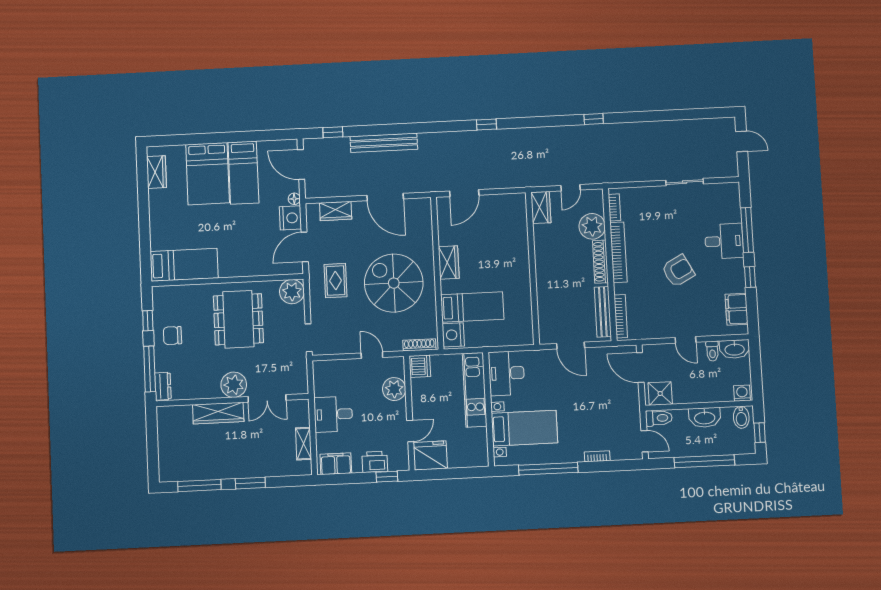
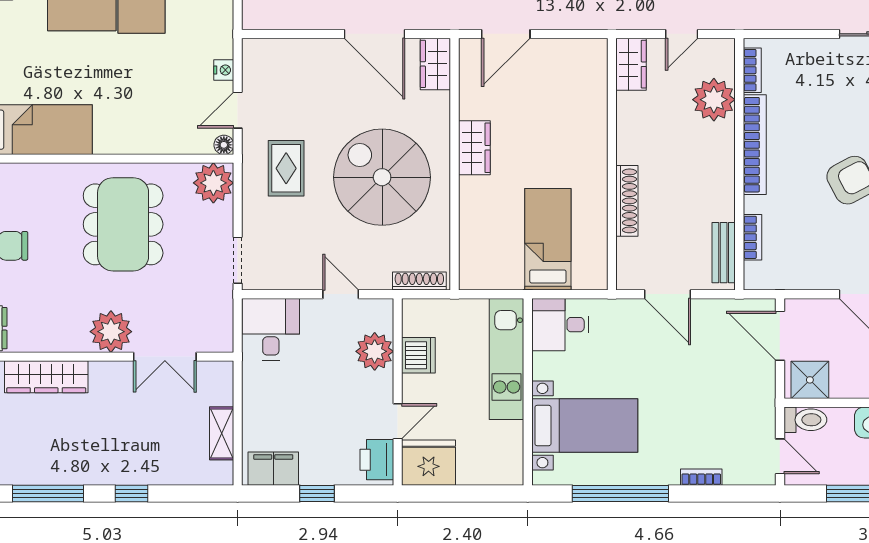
floor lamp: (294, 199) -> (224, 145), moved
wardrobe: (336, 211) -> (435, 64), moved, turned 90
nightstand: (290, 218) -> (224, 70), width x0.53, depth x0.56
door: (305, 247) -> (238, 110), width x0.73
shoe rack: (600, 262) -> (627, 201), moved, turned 180
bed: (472, 307) -> (548, 239), moved, turned -90
bench: (603, 312) -> (724, 253), width x0.73
bookcase: (621, 316) -> (752, 237), width x0.64
nightstand: (453, 335) -> (476, 267), removed
dishwasher: (420, 366) -> (418, 355), moved
desk: (507, 373) -> (560, 325), width x0.73
wardrobe: (218, 413) -> (46, 377), moved
desk: (333, 414) -> (271, 329), moved, turned 90
printer: (375, 462) -> (377, 460), moved, turned -90
window: (387, 477) -> (317, 494), moved
window: (250, 483) -> (132, 494), width x0.67

